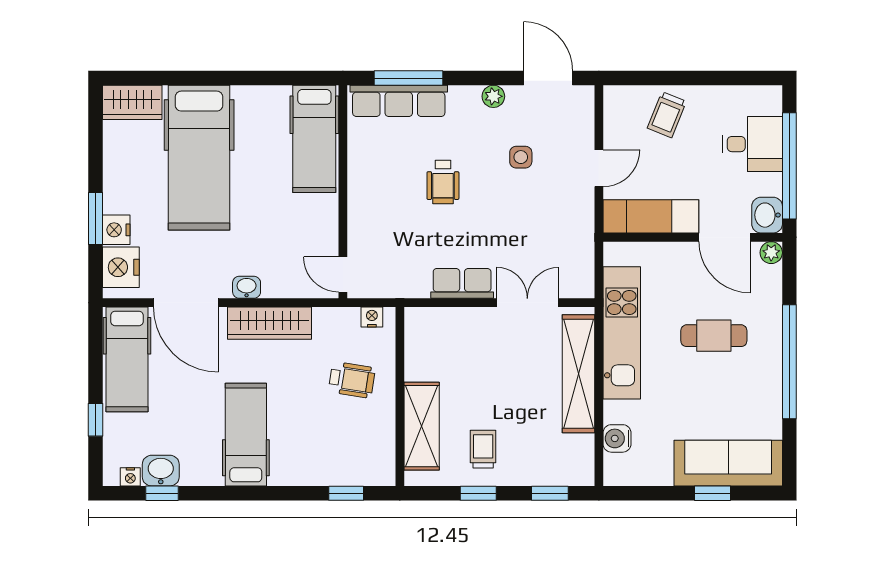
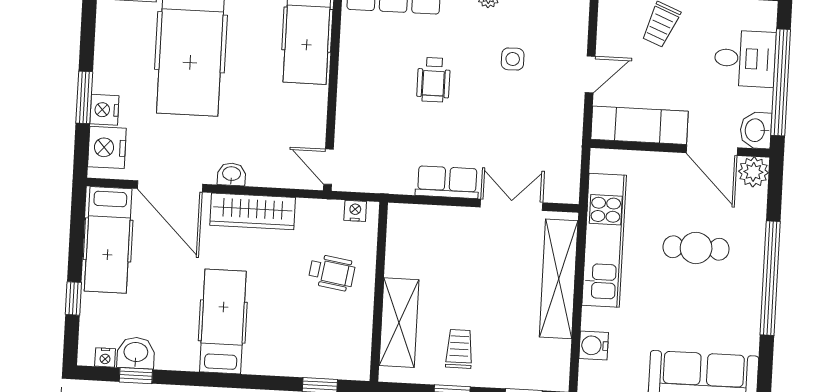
plant: (771, 253) -> (753, 172), width x1.38, depth x1.38

